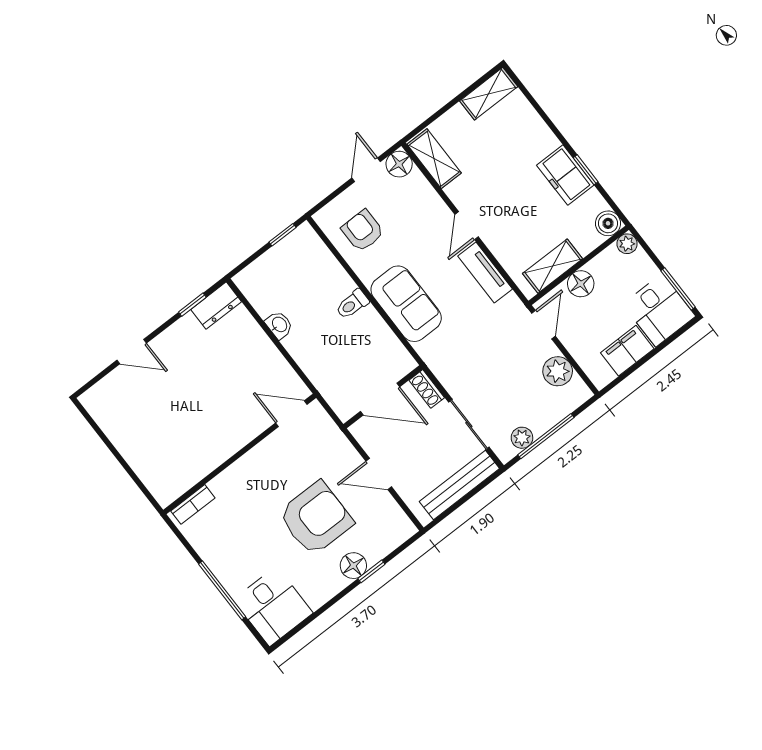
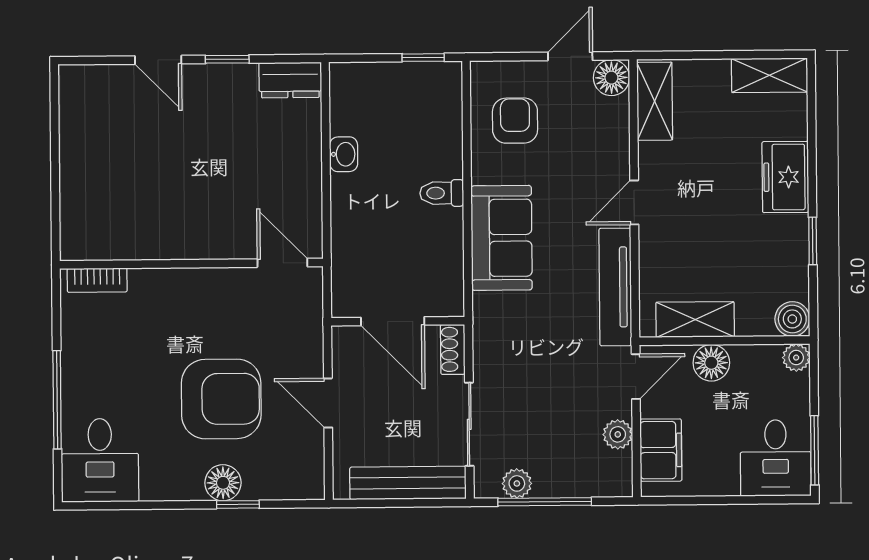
freezer: (565, 175) -> (785, 177), moved
tv unit: (485, 273) -> (615, 287), width x1.41
window: (192, 305) -> (227, 59), moved
filing cabinet: (627, 351) -> (661, 450), moved, turned 90
plant: (558, 371) -> (618, 434), width x0.73, depth x0.73

